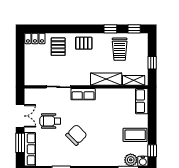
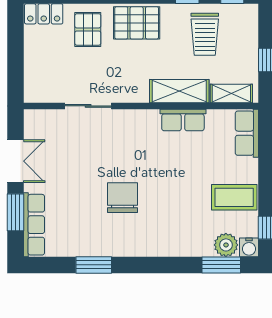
pallet: (84, 43) -> (137, 23), width x1.50, depth x1.42
row of seats: (83, 94) -> (183, 120), moved
wheelchair: (50, 121) -> (73, 171), removed
chair: (76, 135) -> (122, 198), turned -45

